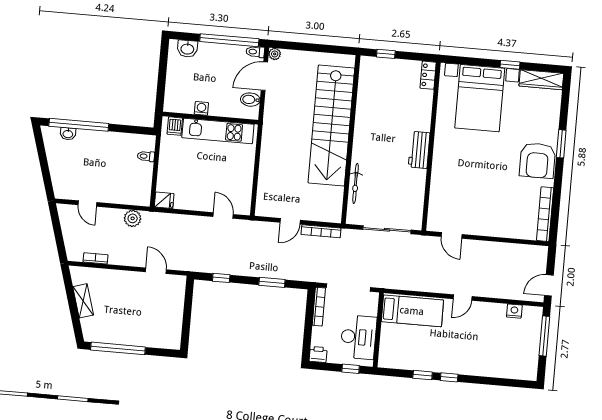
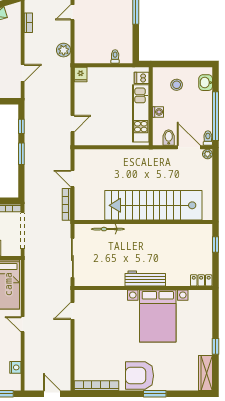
stool: (187, 84) -> (177, 85), added
bed with nightstands: (480, 98) -> (158, 316), moved, turned -90
washing machine: (201, 108) -> (158, 112), moved
workbench: (419, 150) -> (145, 278), width x1.38
window: (272, 282) -> (21, 154), moved
door: (549, 285) -> (52, 394), moved

